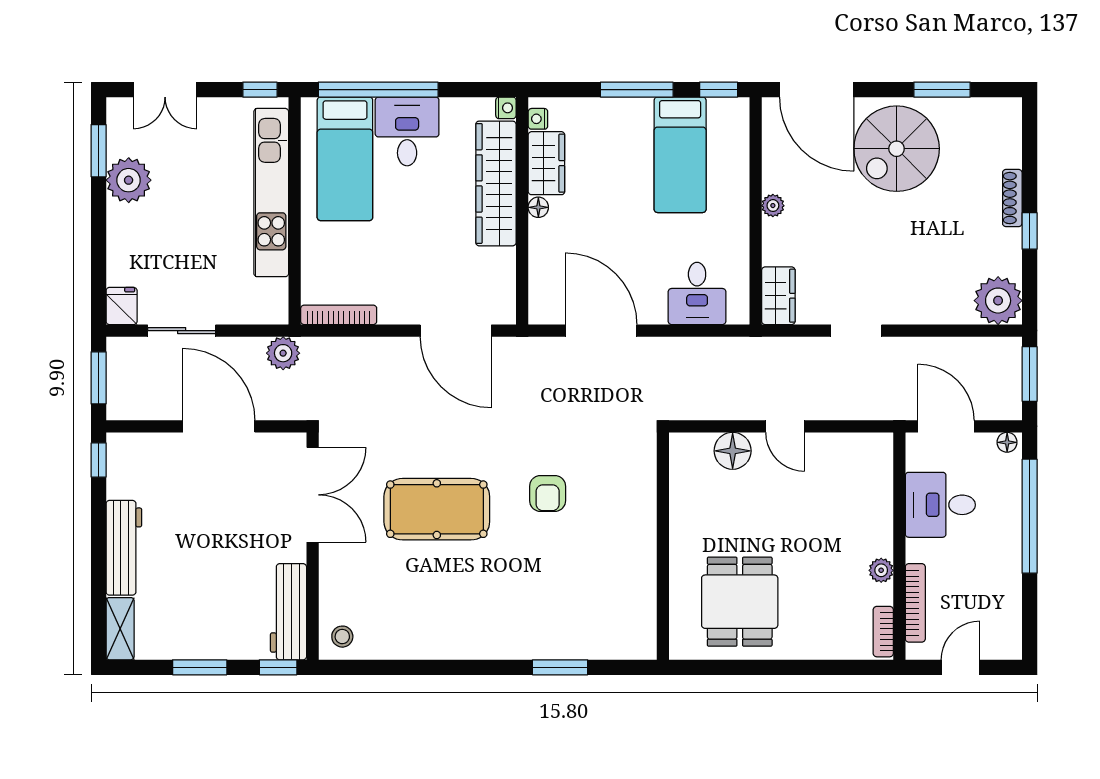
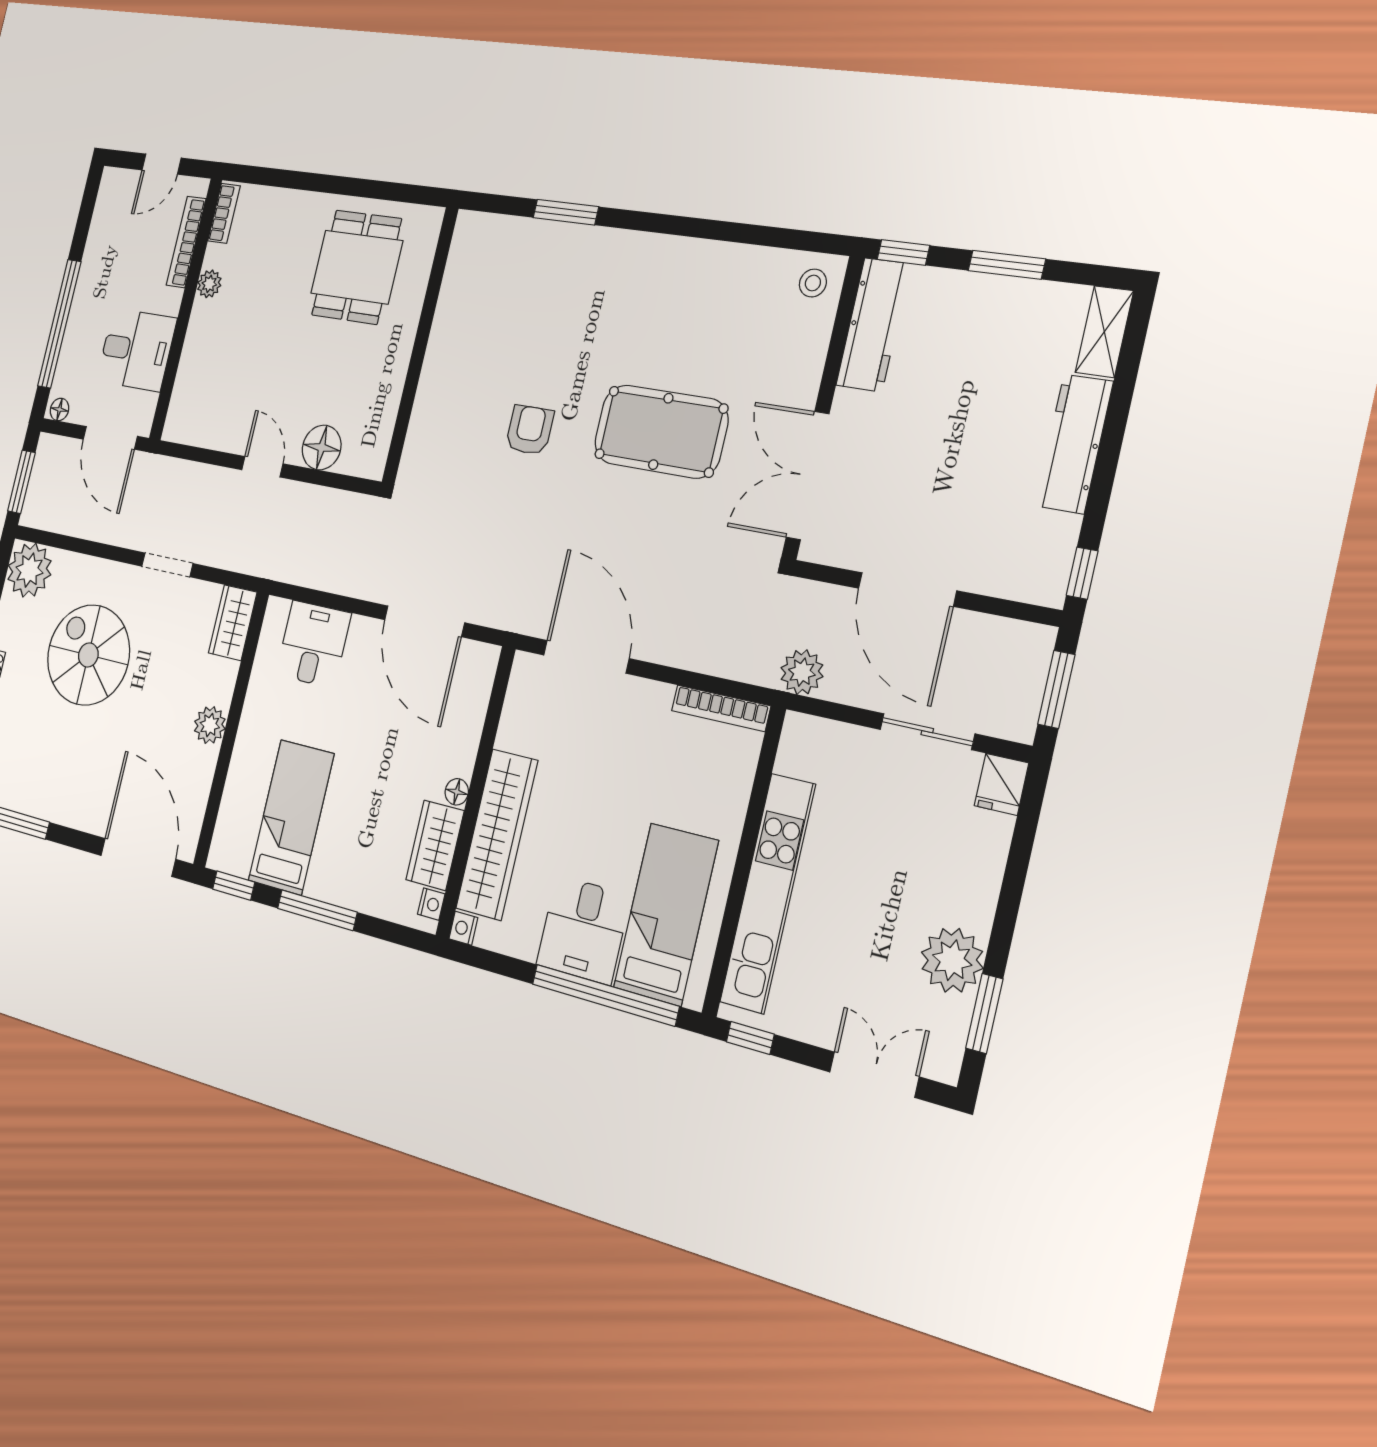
spiral stairs: (897, 149) -> (88, 655), moved, turned -90
plant: (773, 206) -> (210, 725), width x1.38, depth x1.38

